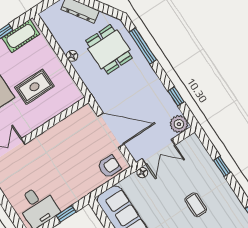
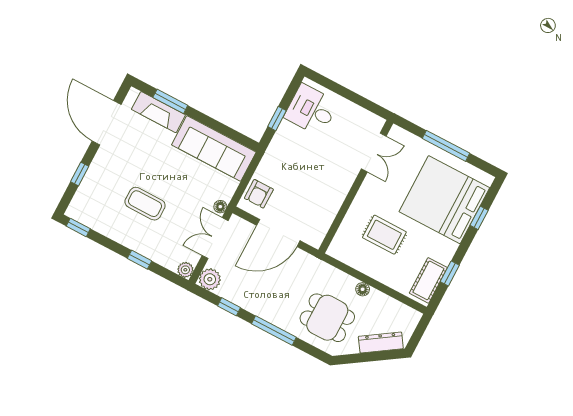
window: (143, 46) -> (274, 330), moved
rug: (34, 87) -> (384, 235), turned 90
plant: (193, 141) -> (185, 270), added
coffee table: (196, 205) -> (145, 204), width x1.36, depth x1.30

